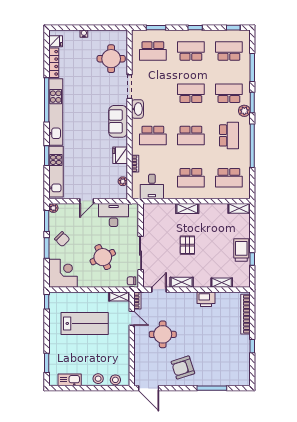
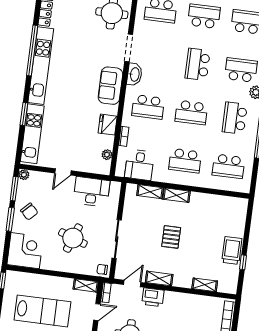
school desk: (191, 93) -> (198, 64), turned -90
school desk: (229, 135) -> (235, 118), turned 180
shelving: (239, 208) -> (150, 192), moved
round table: (103, 257) -> (73, 238), turned 45
printer: (206, 299) -> (153, 297), moved
door: (132, 318) -> (97, 312), hinge flipped

